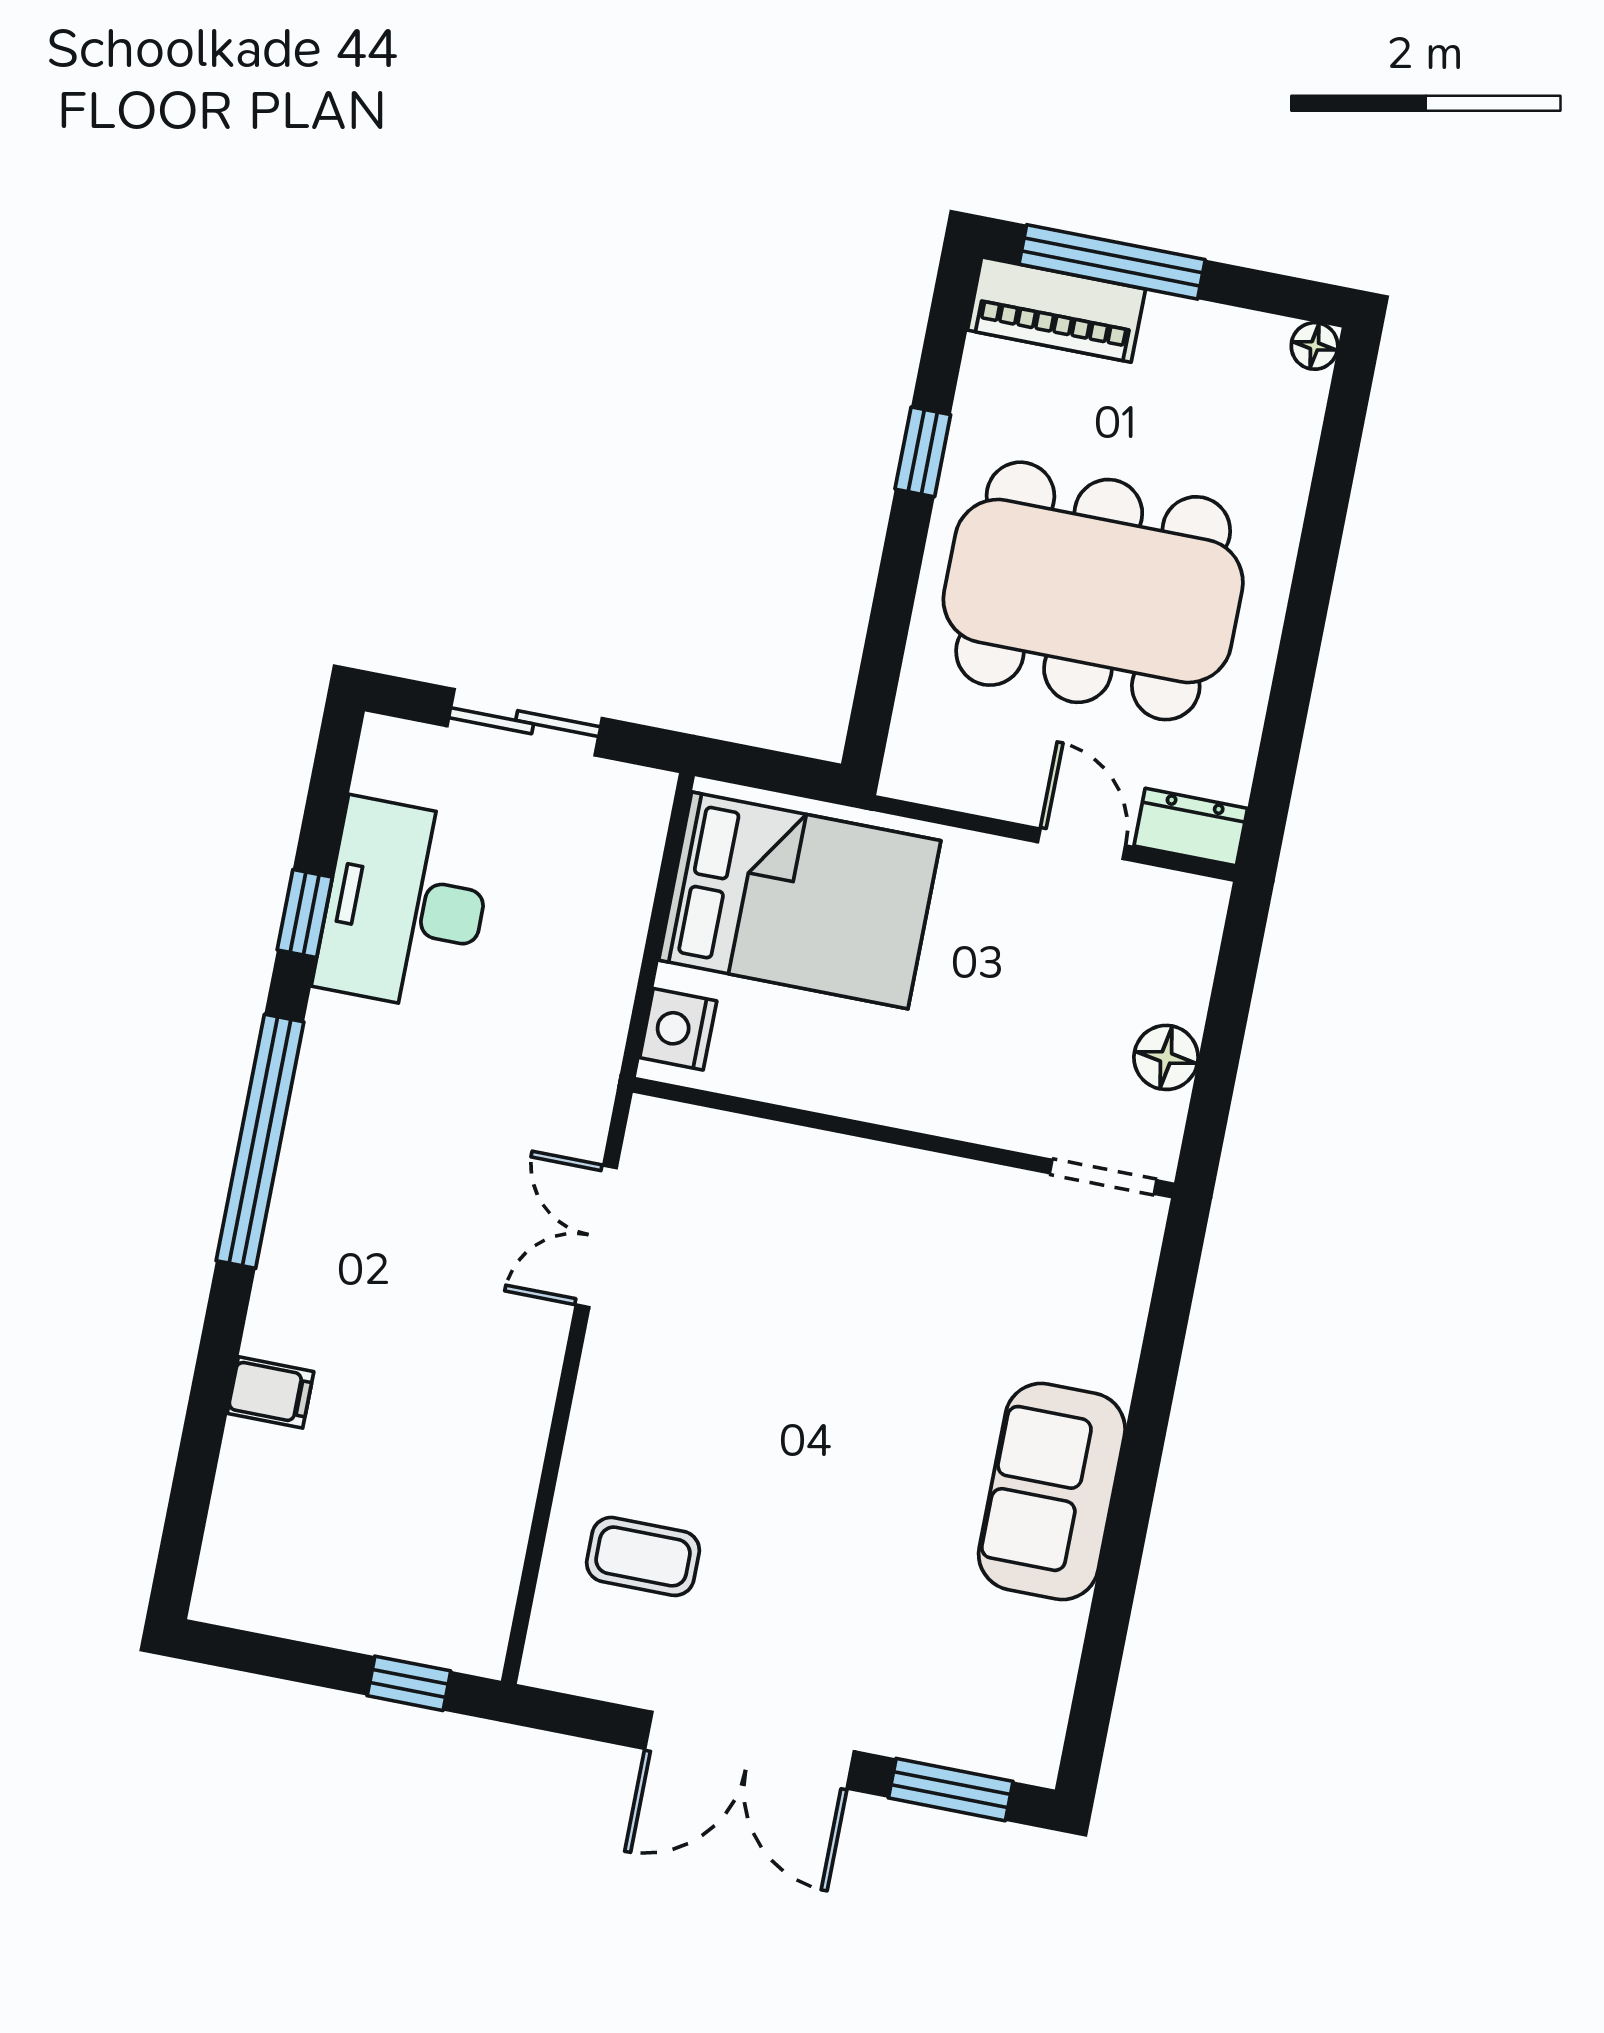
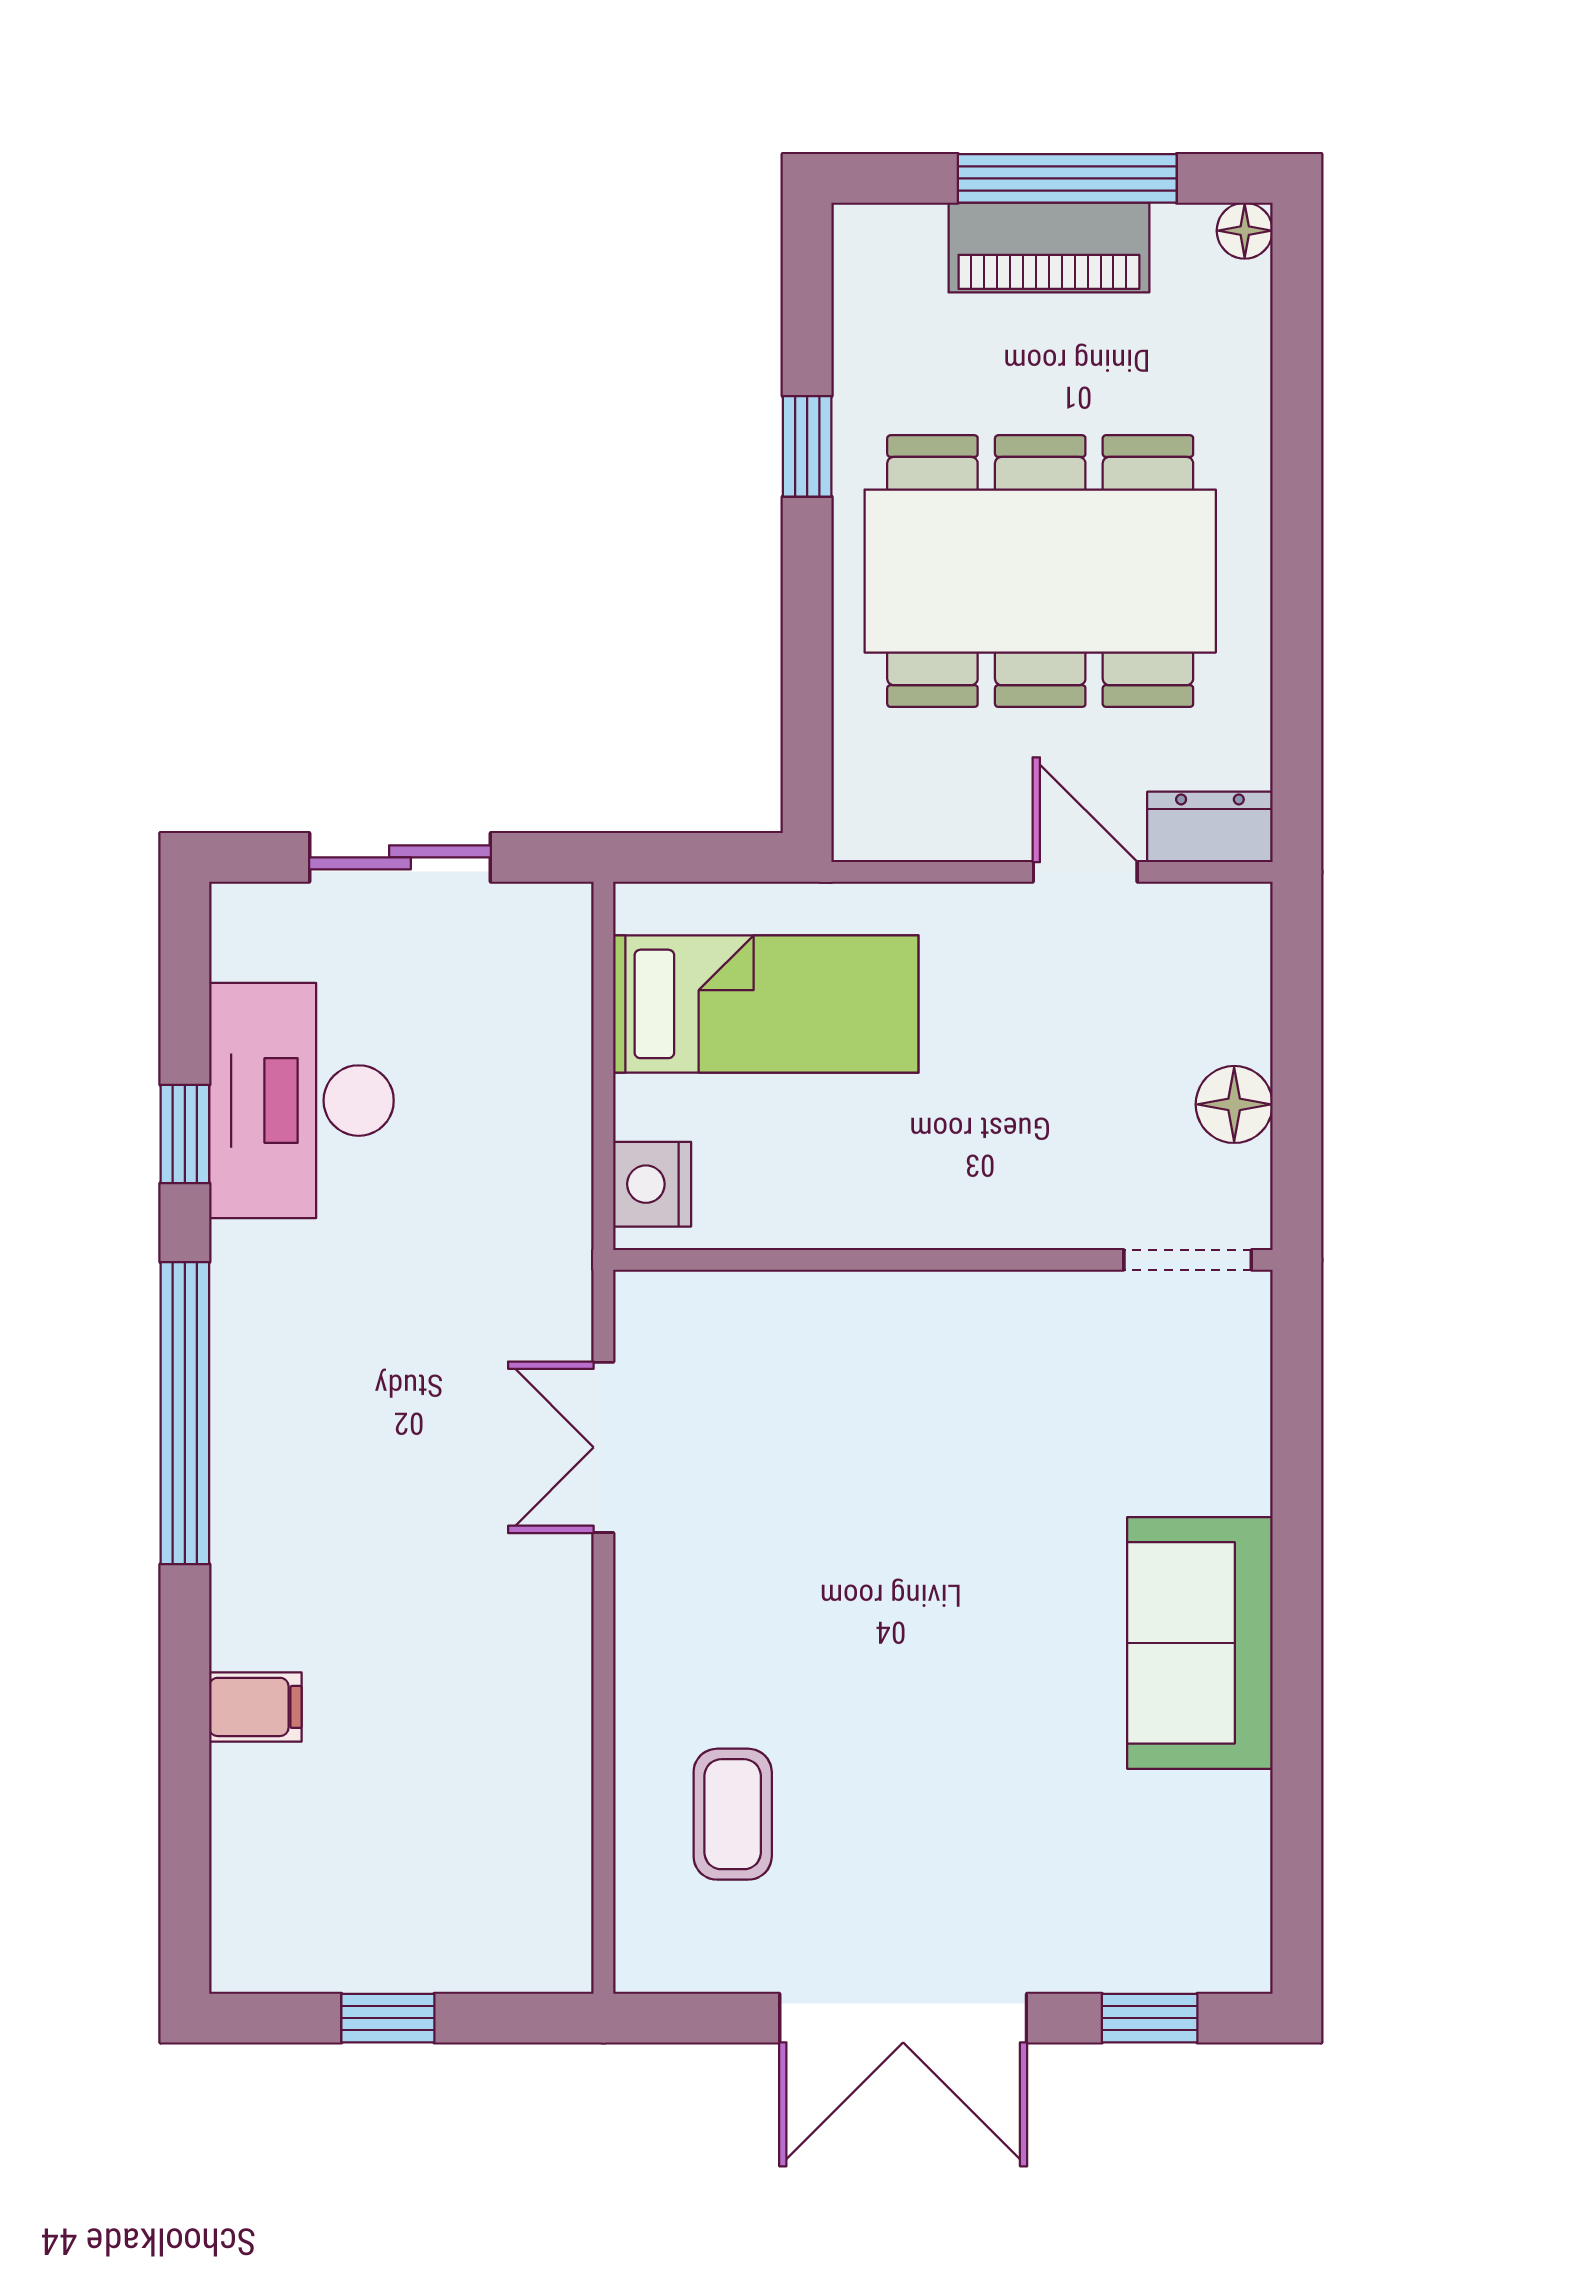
window: (1112, 262) -> (1067, 178), moved
piano: (1056, 310) -> (1049, 248), moved
bed: (800, 900) -> (766, 1004), width x0.67
coffee table: (643, 1556) -> (733, 1814), turned 90
window: (409, 1683) -> (388, 2018), moved
window: (951, 1790) -> (1150, 2018), width x0.67

